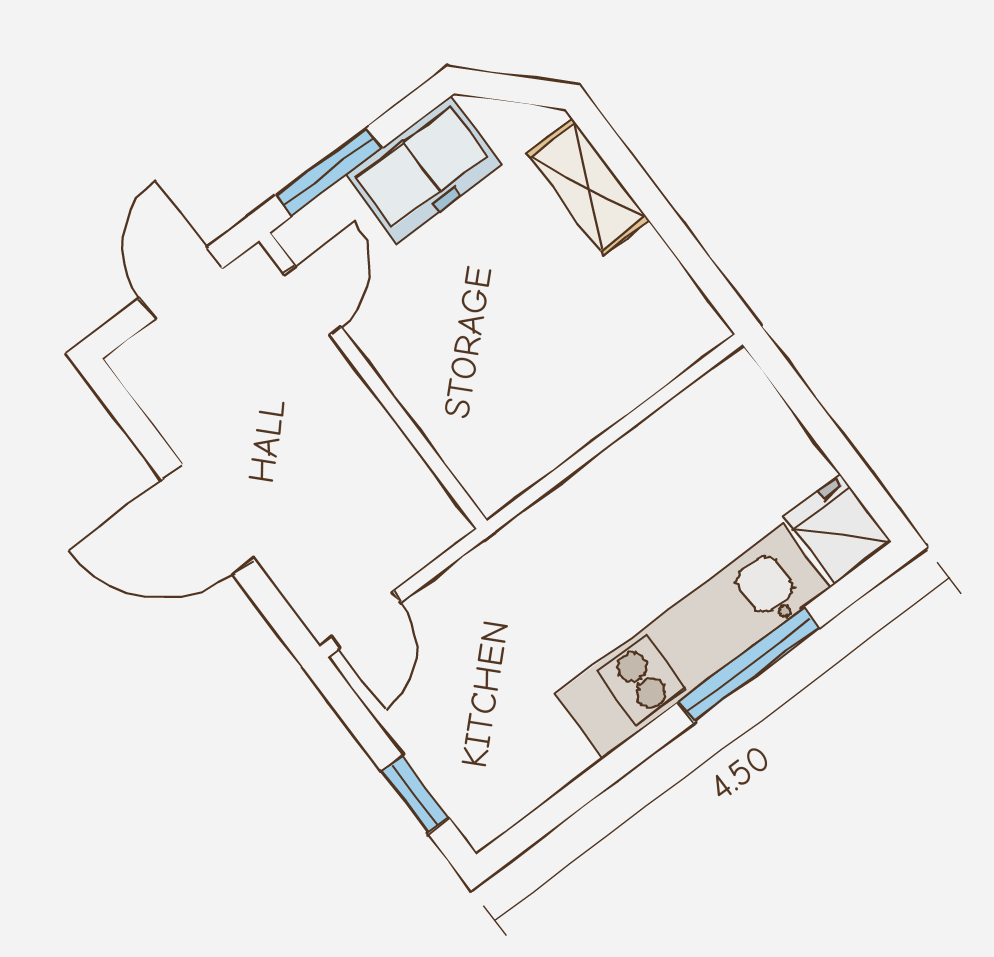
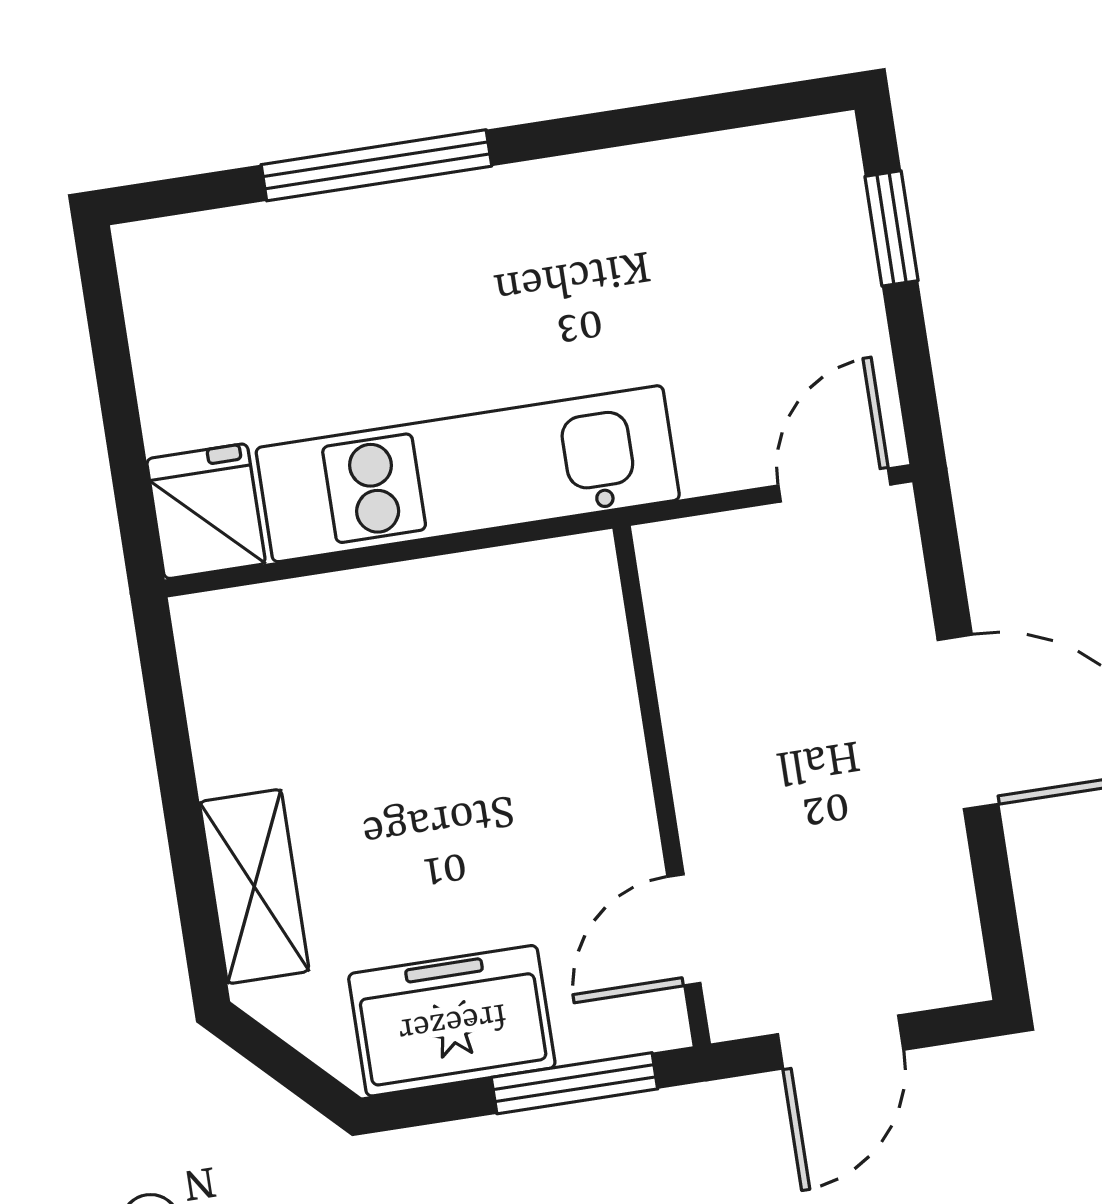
fridge: (838, 529) -> (206, 511), moved, turned 180
kitchen unit: (693, 641) -> (468, 474), moved, turned 180

